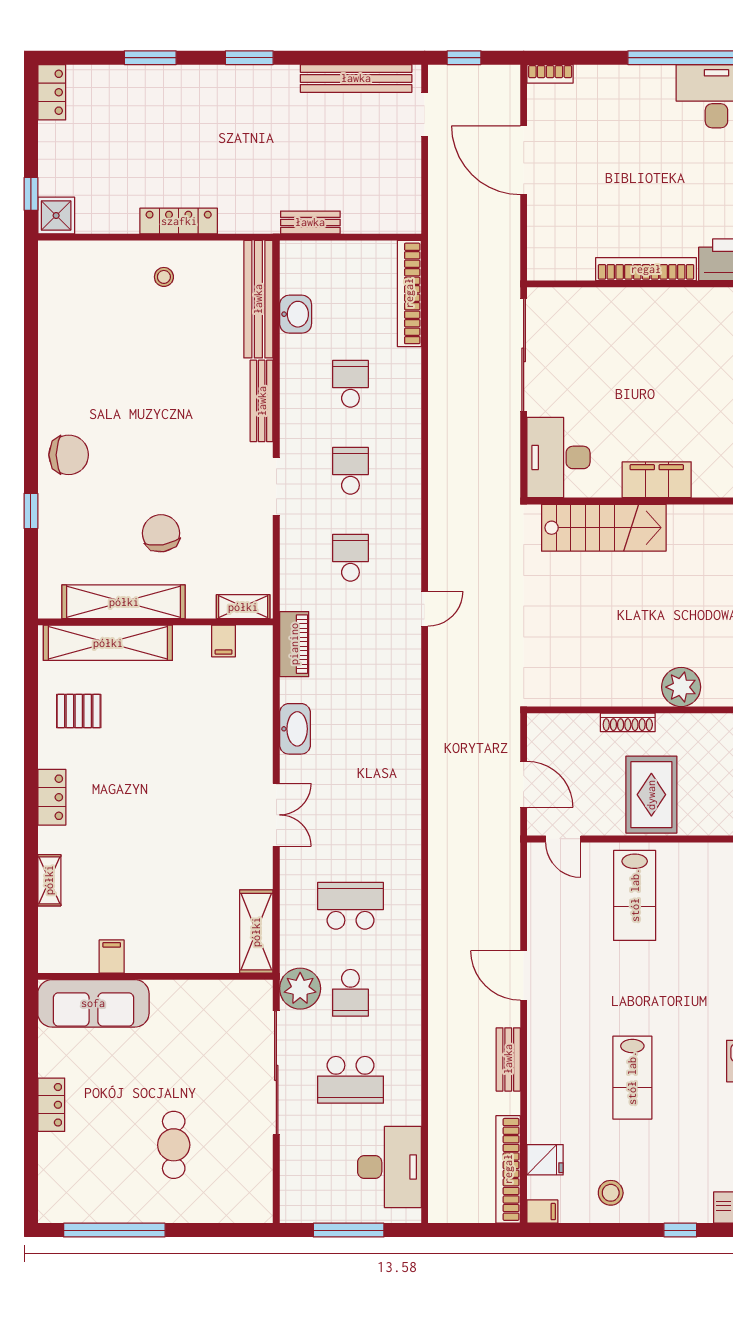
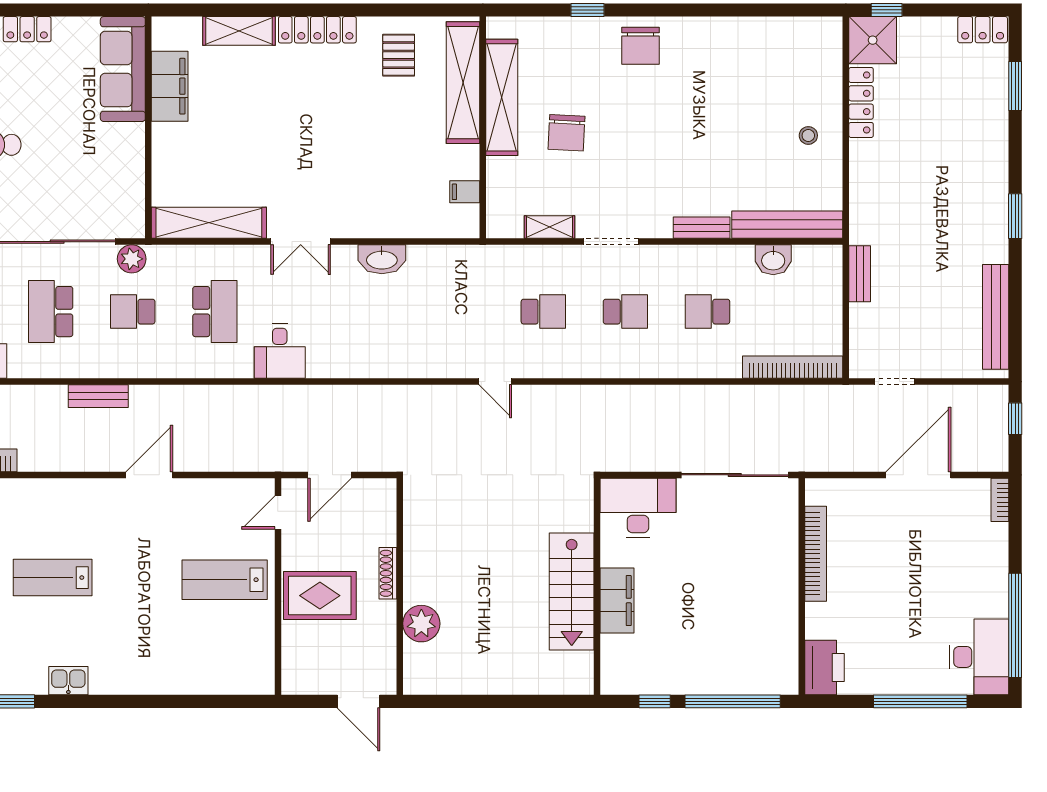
window: (150, 58) -> (1015, 86), moved
doorway: (425, 114) -> (894, 382), moved
shower: (56, 215) -> (873, 40), width x1.36, depth x1.36
locker: (179, 221) -> (861, 102), moved
bookcase: (646, 269) -> (816, 554), moved
school desk: (350, 384) -> (707, 312), turned 180
bench: (262, 401) -> (702, 228), width x0.73
stairs: (604, 528) -> (572, 592), moved
chair: (161, 533) -> (566, 133), turned 102
shelving: (243, 607) -> (550, 227), moved, turned 90
piano: (294, 644) -> (462, 258), removed
locker: (52, 797) -> (317, 30), width x1.53
desk: (392, 837) -> (280, 351), added
shelving: (49, 880) -> (239, 31), width x1.50, depth x1.33
shelving: (256, 932) -> (209, 223), width x1.47
filing cabinet: (112, 957) -> (170, 86), width x3.00, depth x1.17
plant: (300, 989) -> (132, 259), width x0.73, depth x0.73
bench: (508, 1059) -> (98, 396), moved

